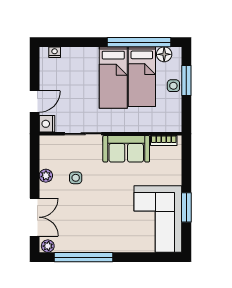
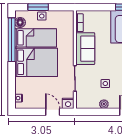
bed: (113, 78) -> (36, 62), width x1.50

